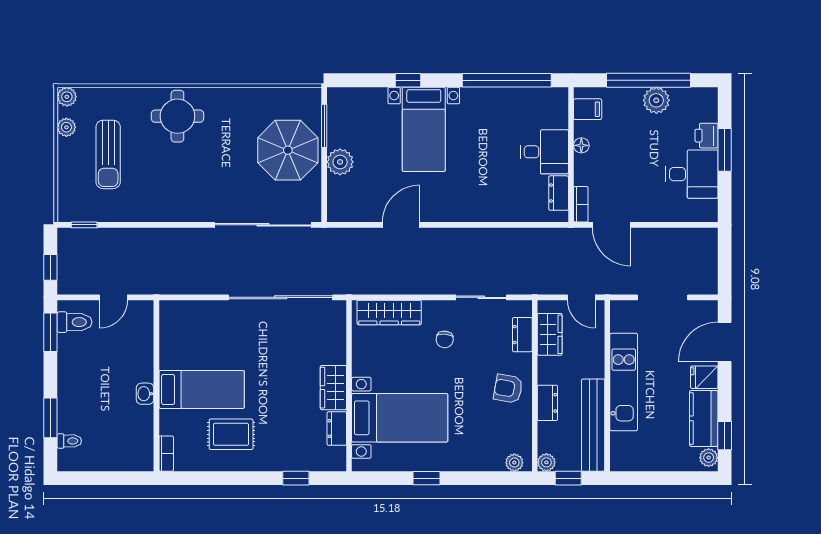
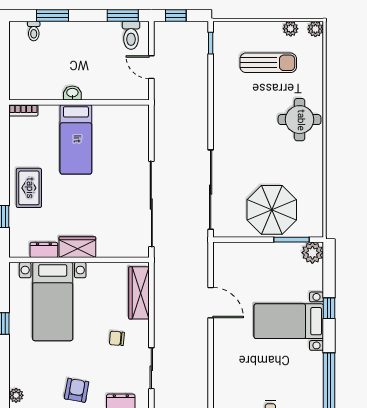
sun lounger: (108, 154) -> (268, 63), turned 180
plant: (340, 162) -> (312, 253), moved
rug: (231, 434) -> (29, 188), moved

